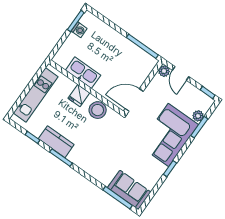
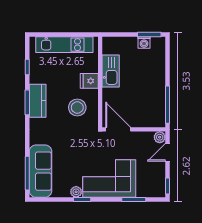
stool: (98, 110) -> (77, 107), moved
plant: (198, 116) -> (76, 192), moved
kitchen counter: (56, 142) -> (38, 101), moved
sofa: (129, 190) -> (40, 171), width x1.36

